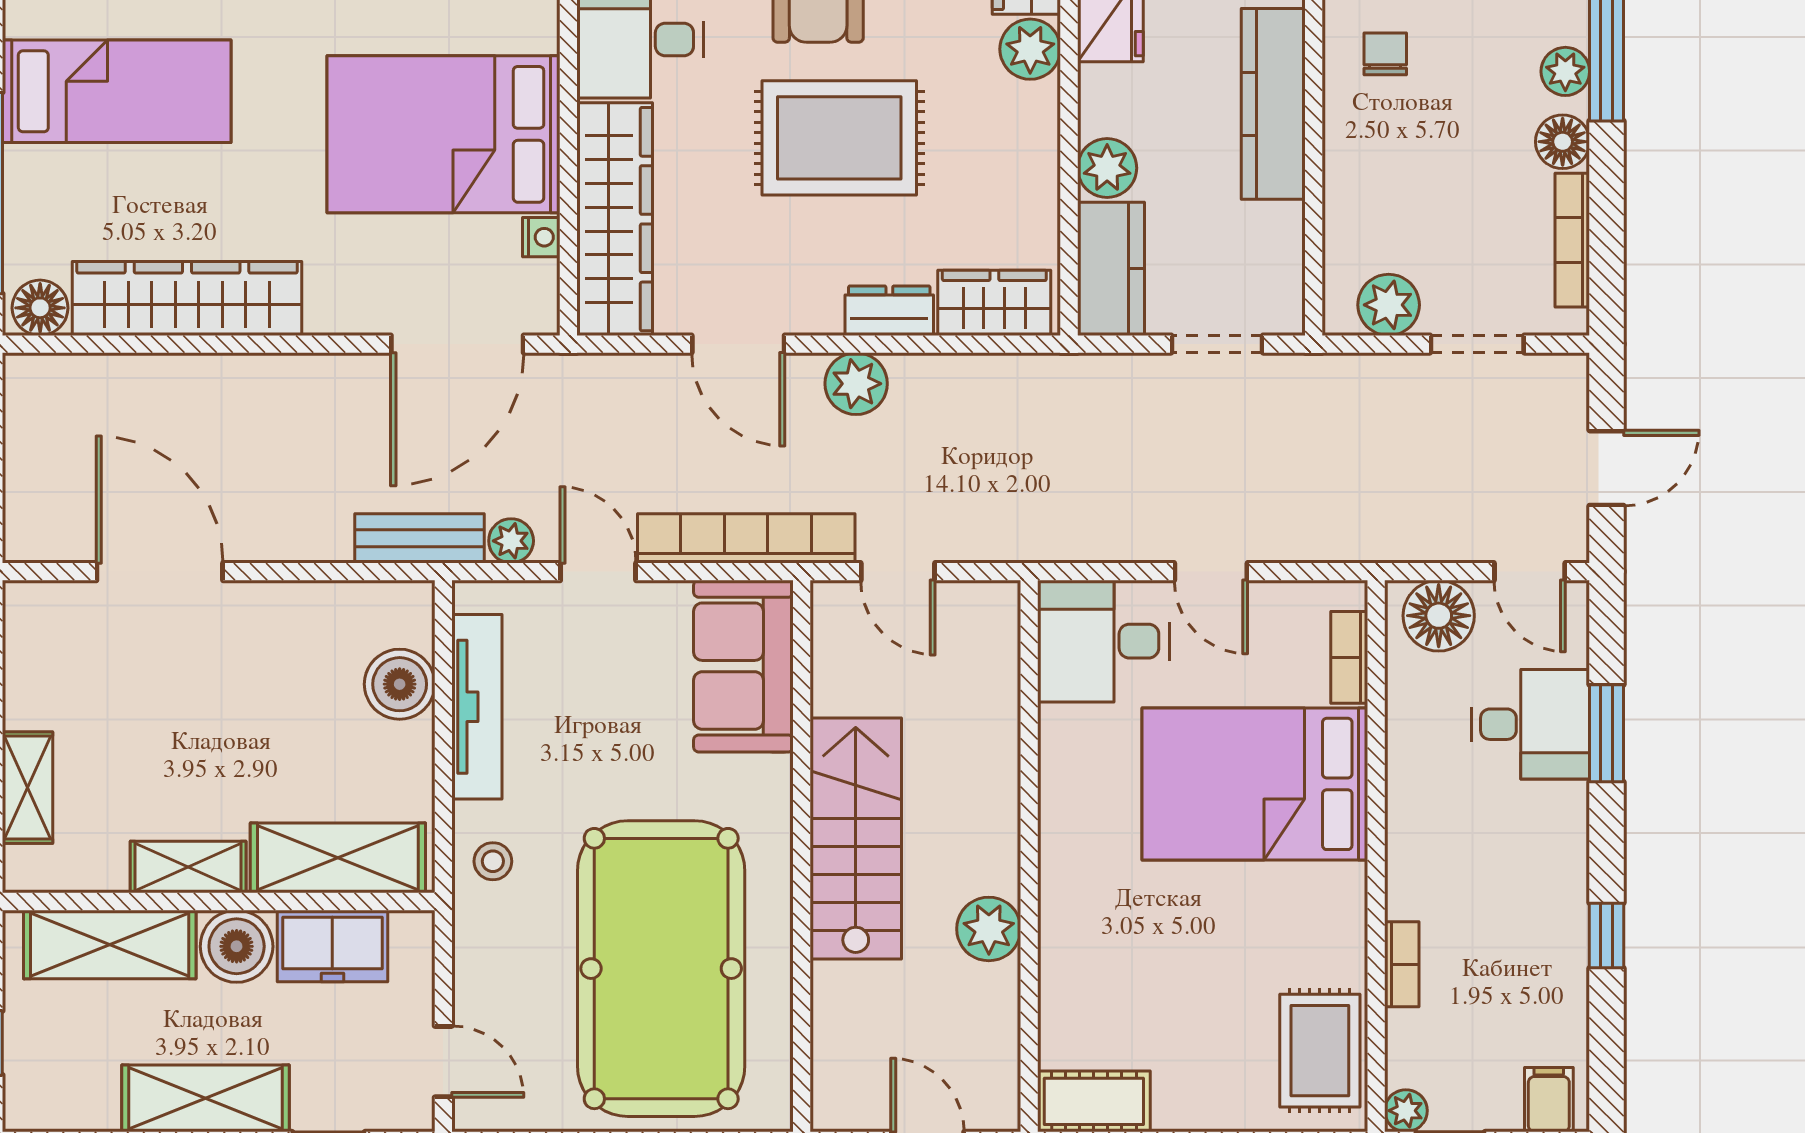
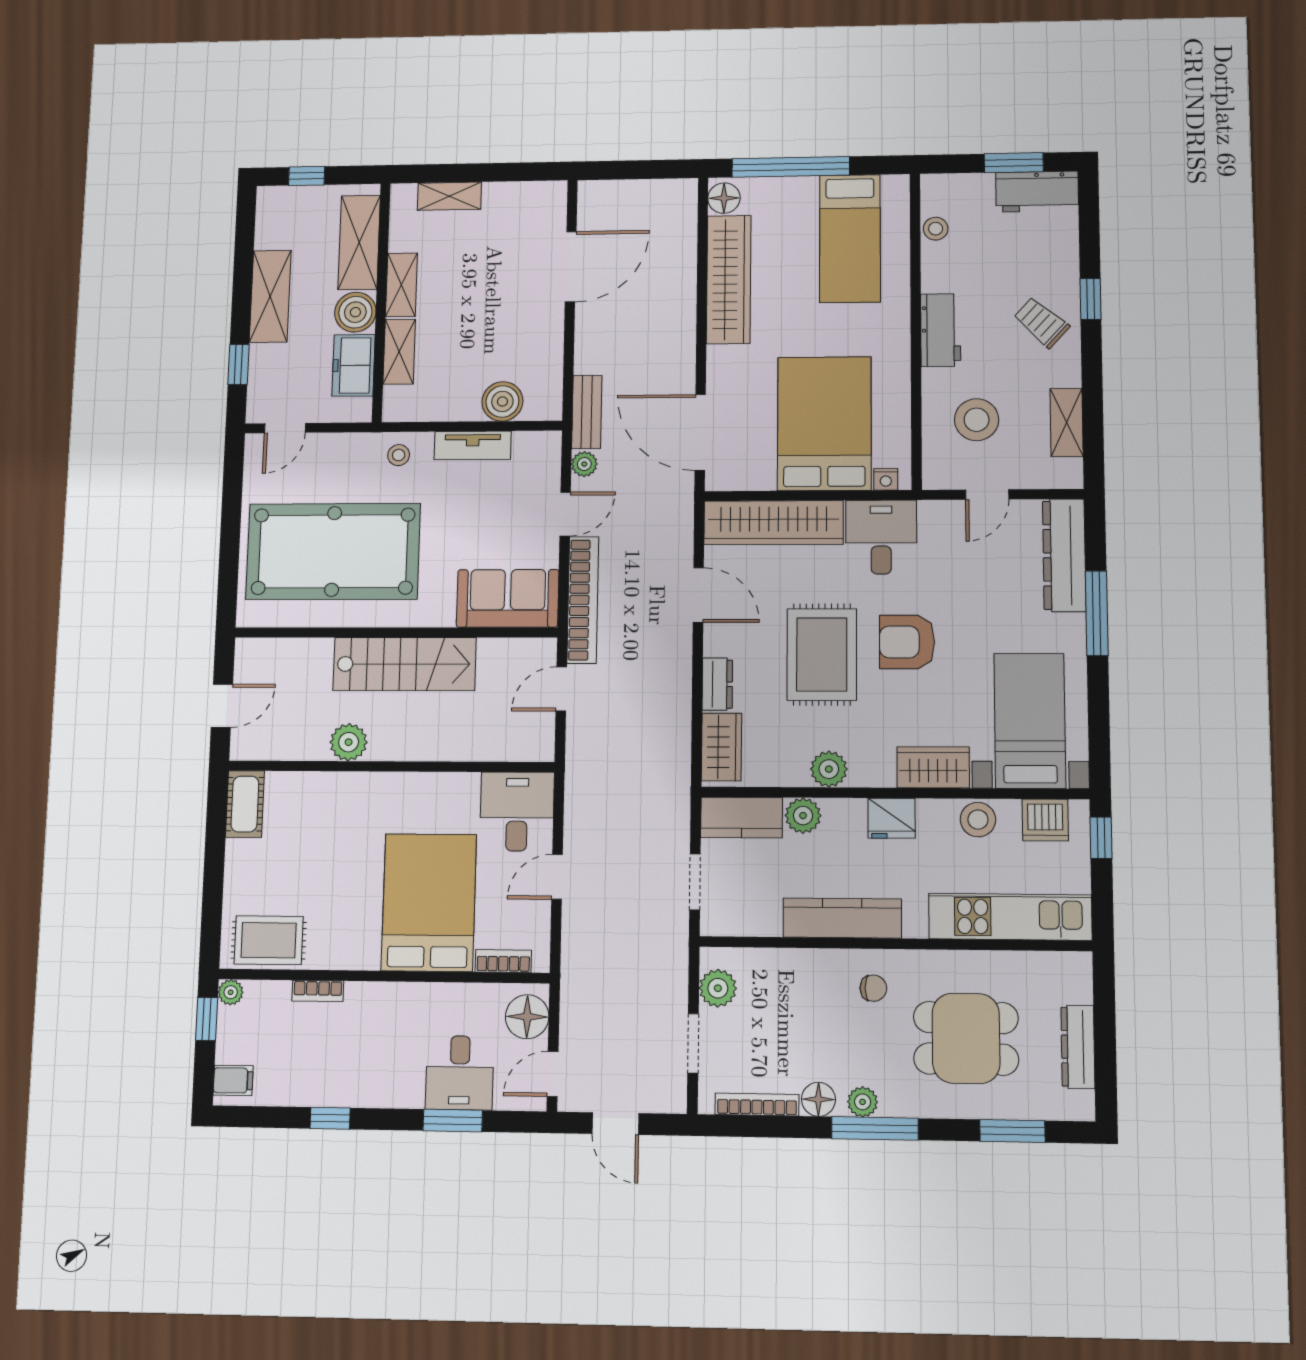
plant: (1030, 49) -> (829, 769), moved
nightstand: (541, 237) -> (886, 479), moved
door: (738, 344) -> (698, 595), swing flipped
plant: (856, 384) -> (674, 664), removed
tv unit: (477, 707) -> (473, 445), width x0.71
shelving: (338, 858) -> (399, 352), width x0.67, depth x0.75

